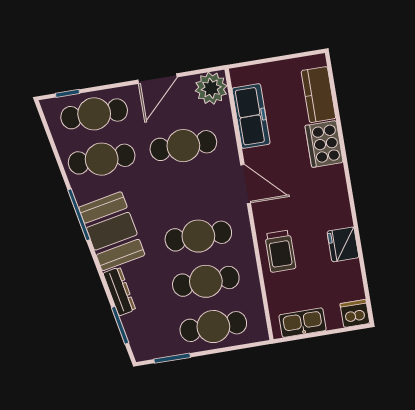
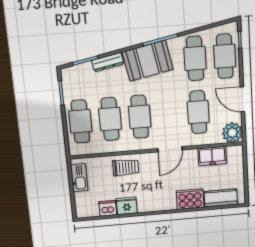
freezer: (251, 116) -> (212, 156), width x0.71
trolley: (280, 251) -> (126, 167), turned 180
dishwasher: (355, 313) -> (108, 208), moved, turned -90

